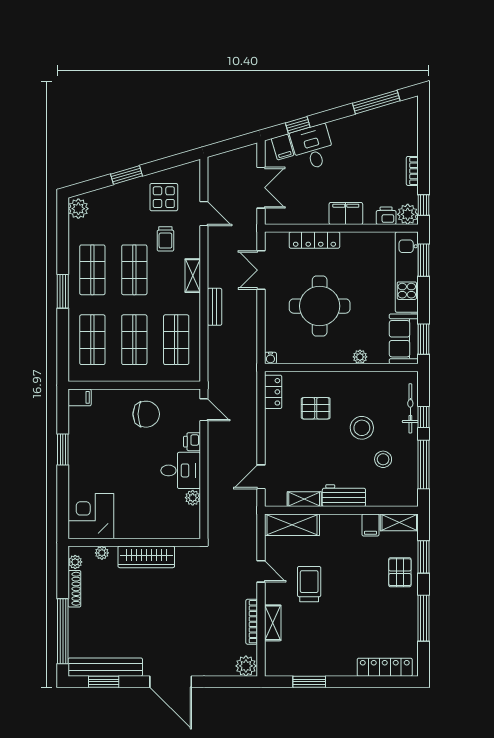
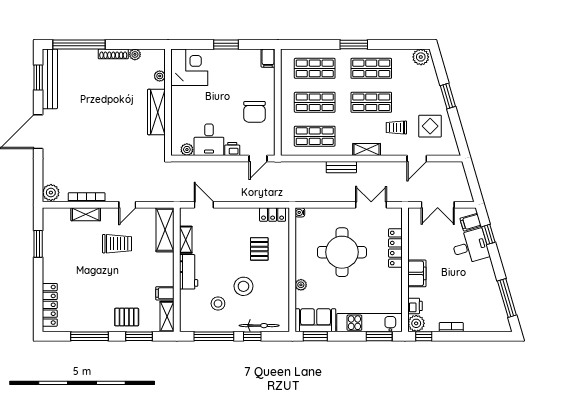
corner desk: (91, 516) -> (189, 67), moved
wall: (134, 542) -> (168, 102), moved
plant: (102, 553) -> (160, 76), moved
wardrobe: (146, 557) -> (156, 112), moved

